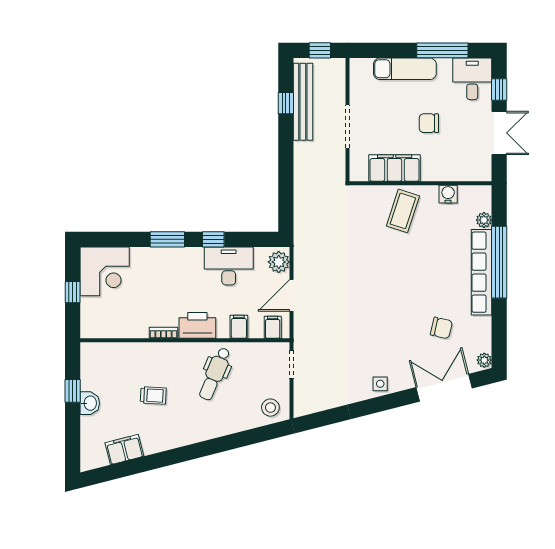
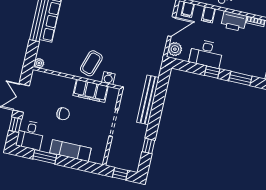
window: (442, 50) -> (45, 157), width x0.69
bench: (303, 102) -> (148, 100), moved
water cooler: (448, 194) -> (108, 78), moved
plant: (484, 220) -> (39, 63), moved

